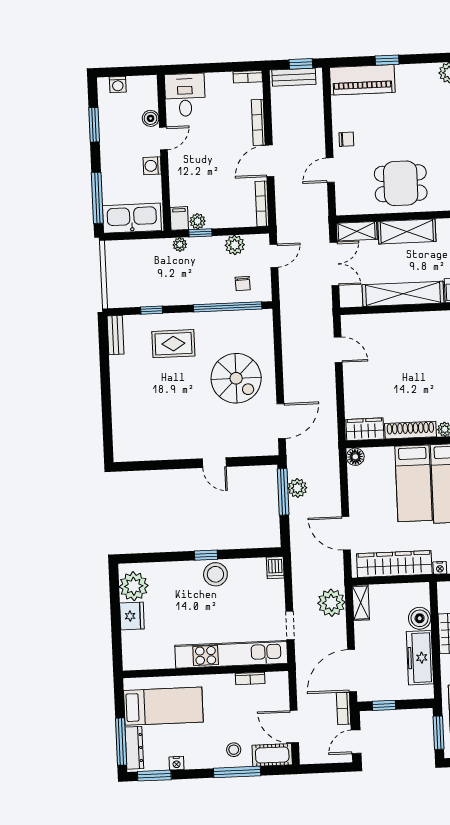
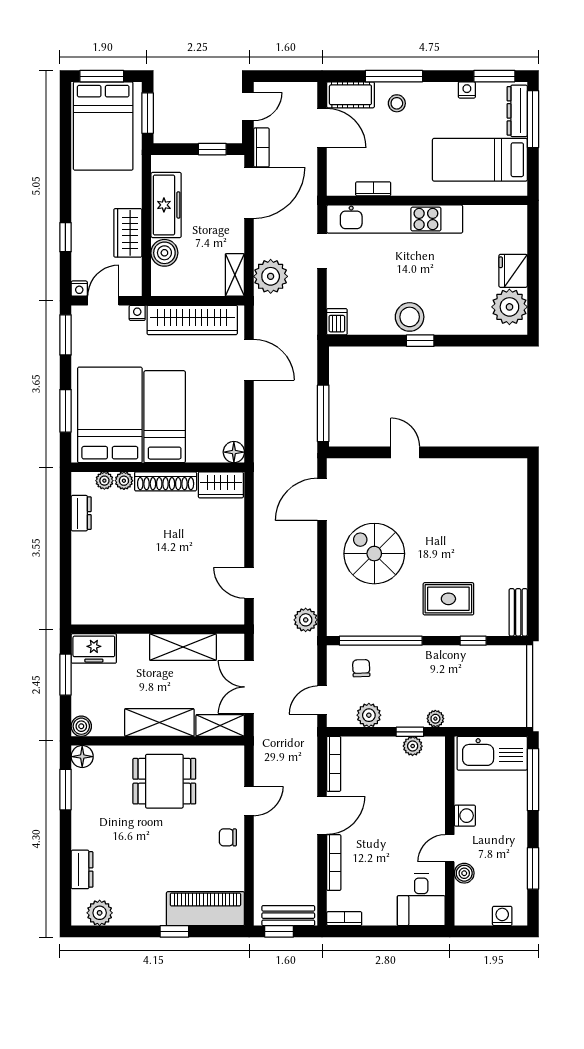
filing cabinet: (179, 218) -> (435, 750), removed
shelving: (403, 294) -> (183, 647), width x0.68
plant: (297, 488) -> (306, 620), moved

